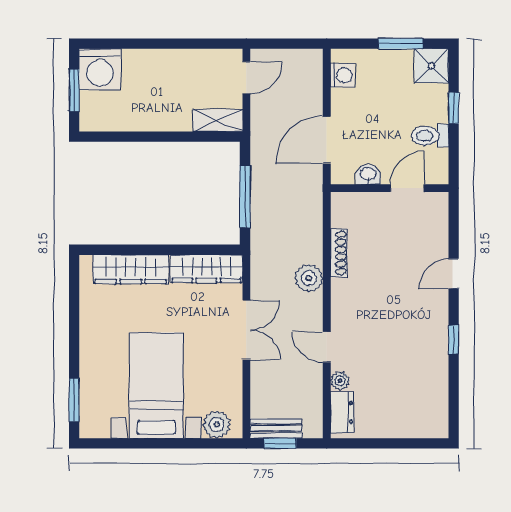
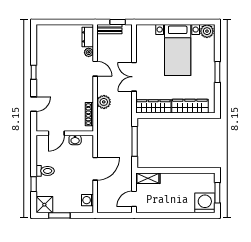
washbasin: (368, 174) -> (75, 140), moved
wall: (390, 188) -> (65, 133), moved
door: (407, 188) -> (56, 133), moved
window: (74, 400) -> (217, 72), moved
plant: (217, 424) -> (207, 31), moved
bench: (276, 429) -> (109, 29), moved

